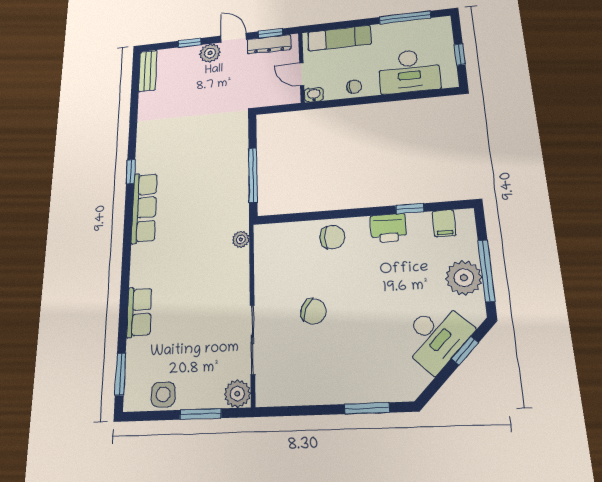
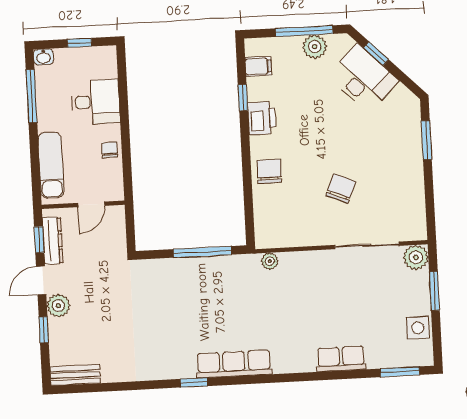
desk: (409, 71) -> (96, 102), width x0.73
washbasin: (314, 95) -> (44, 57), moved, turned -90
plant: (464, 278) -> (315, 47), width x0.73, depth x0.73

